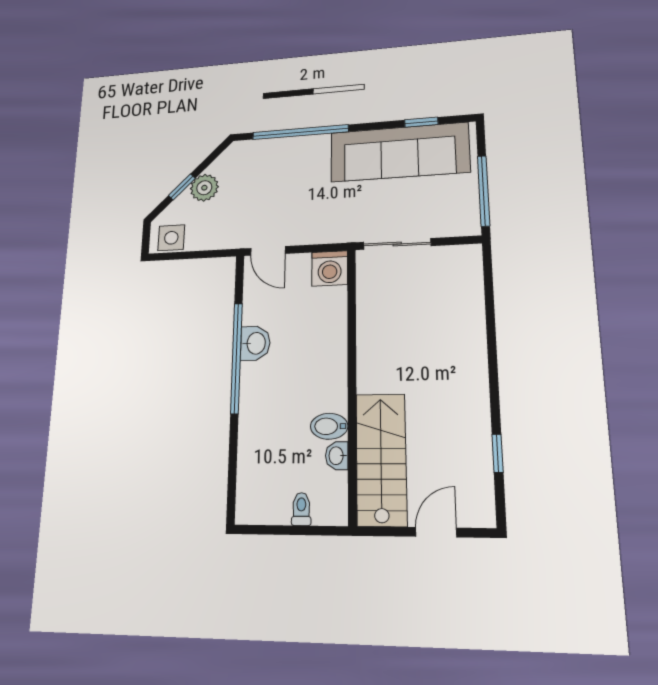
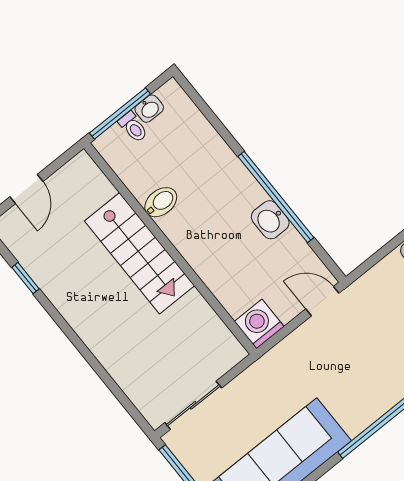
sliding door: (397, 244) -> (193, 405), moved
washbasin: (337, 456) -> (149, 109), moved, turned 90
stairs: (381, 459) -> (140, 253), moved
window: (303, 530) -> (120, 114), added

